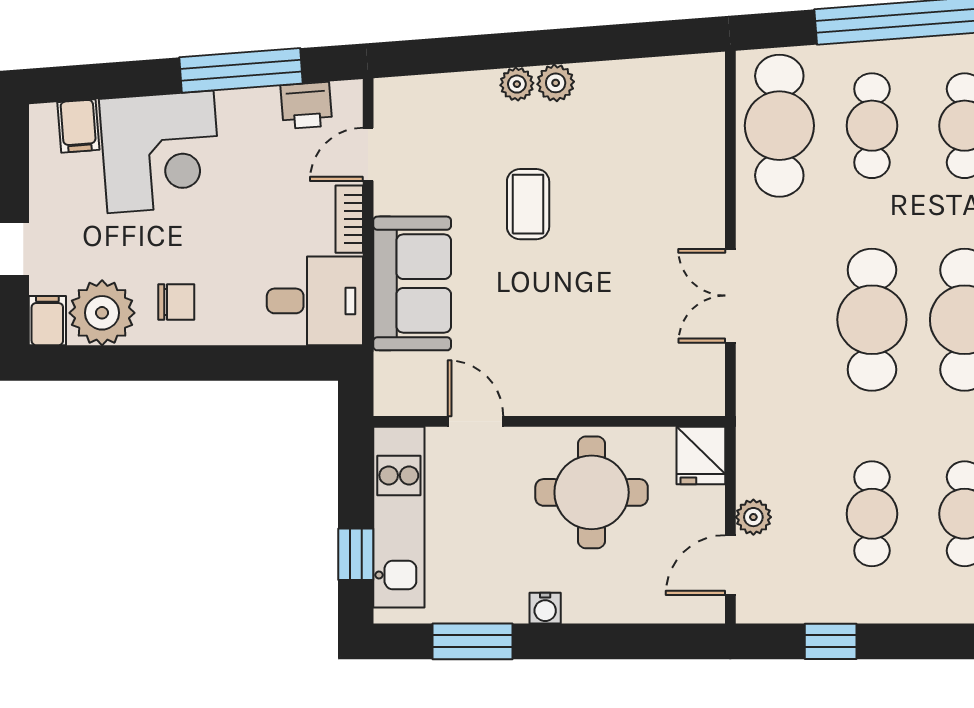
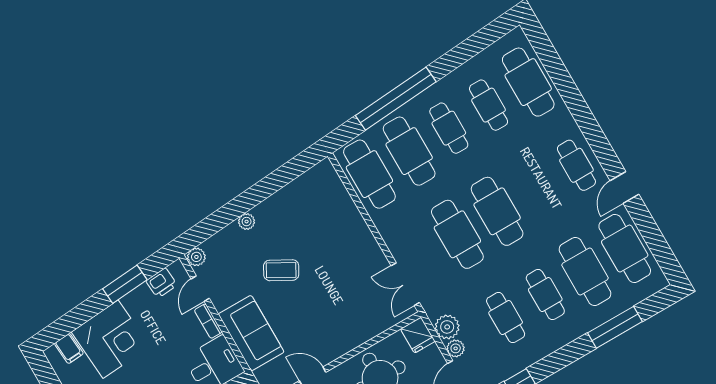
window: (241, 70) -> (125, 284), width x0.69
plant: (556, 83) -> (196, 257), moved
cafe table: (872, 126) -> (409, 151), width x1.37, depth x1.35
coffee table: (528, 204) -> (281, 270), turned -61
double door: (730, 296) -> (405, 284), moved
plant: (760, 471) -> (447, 327), added

